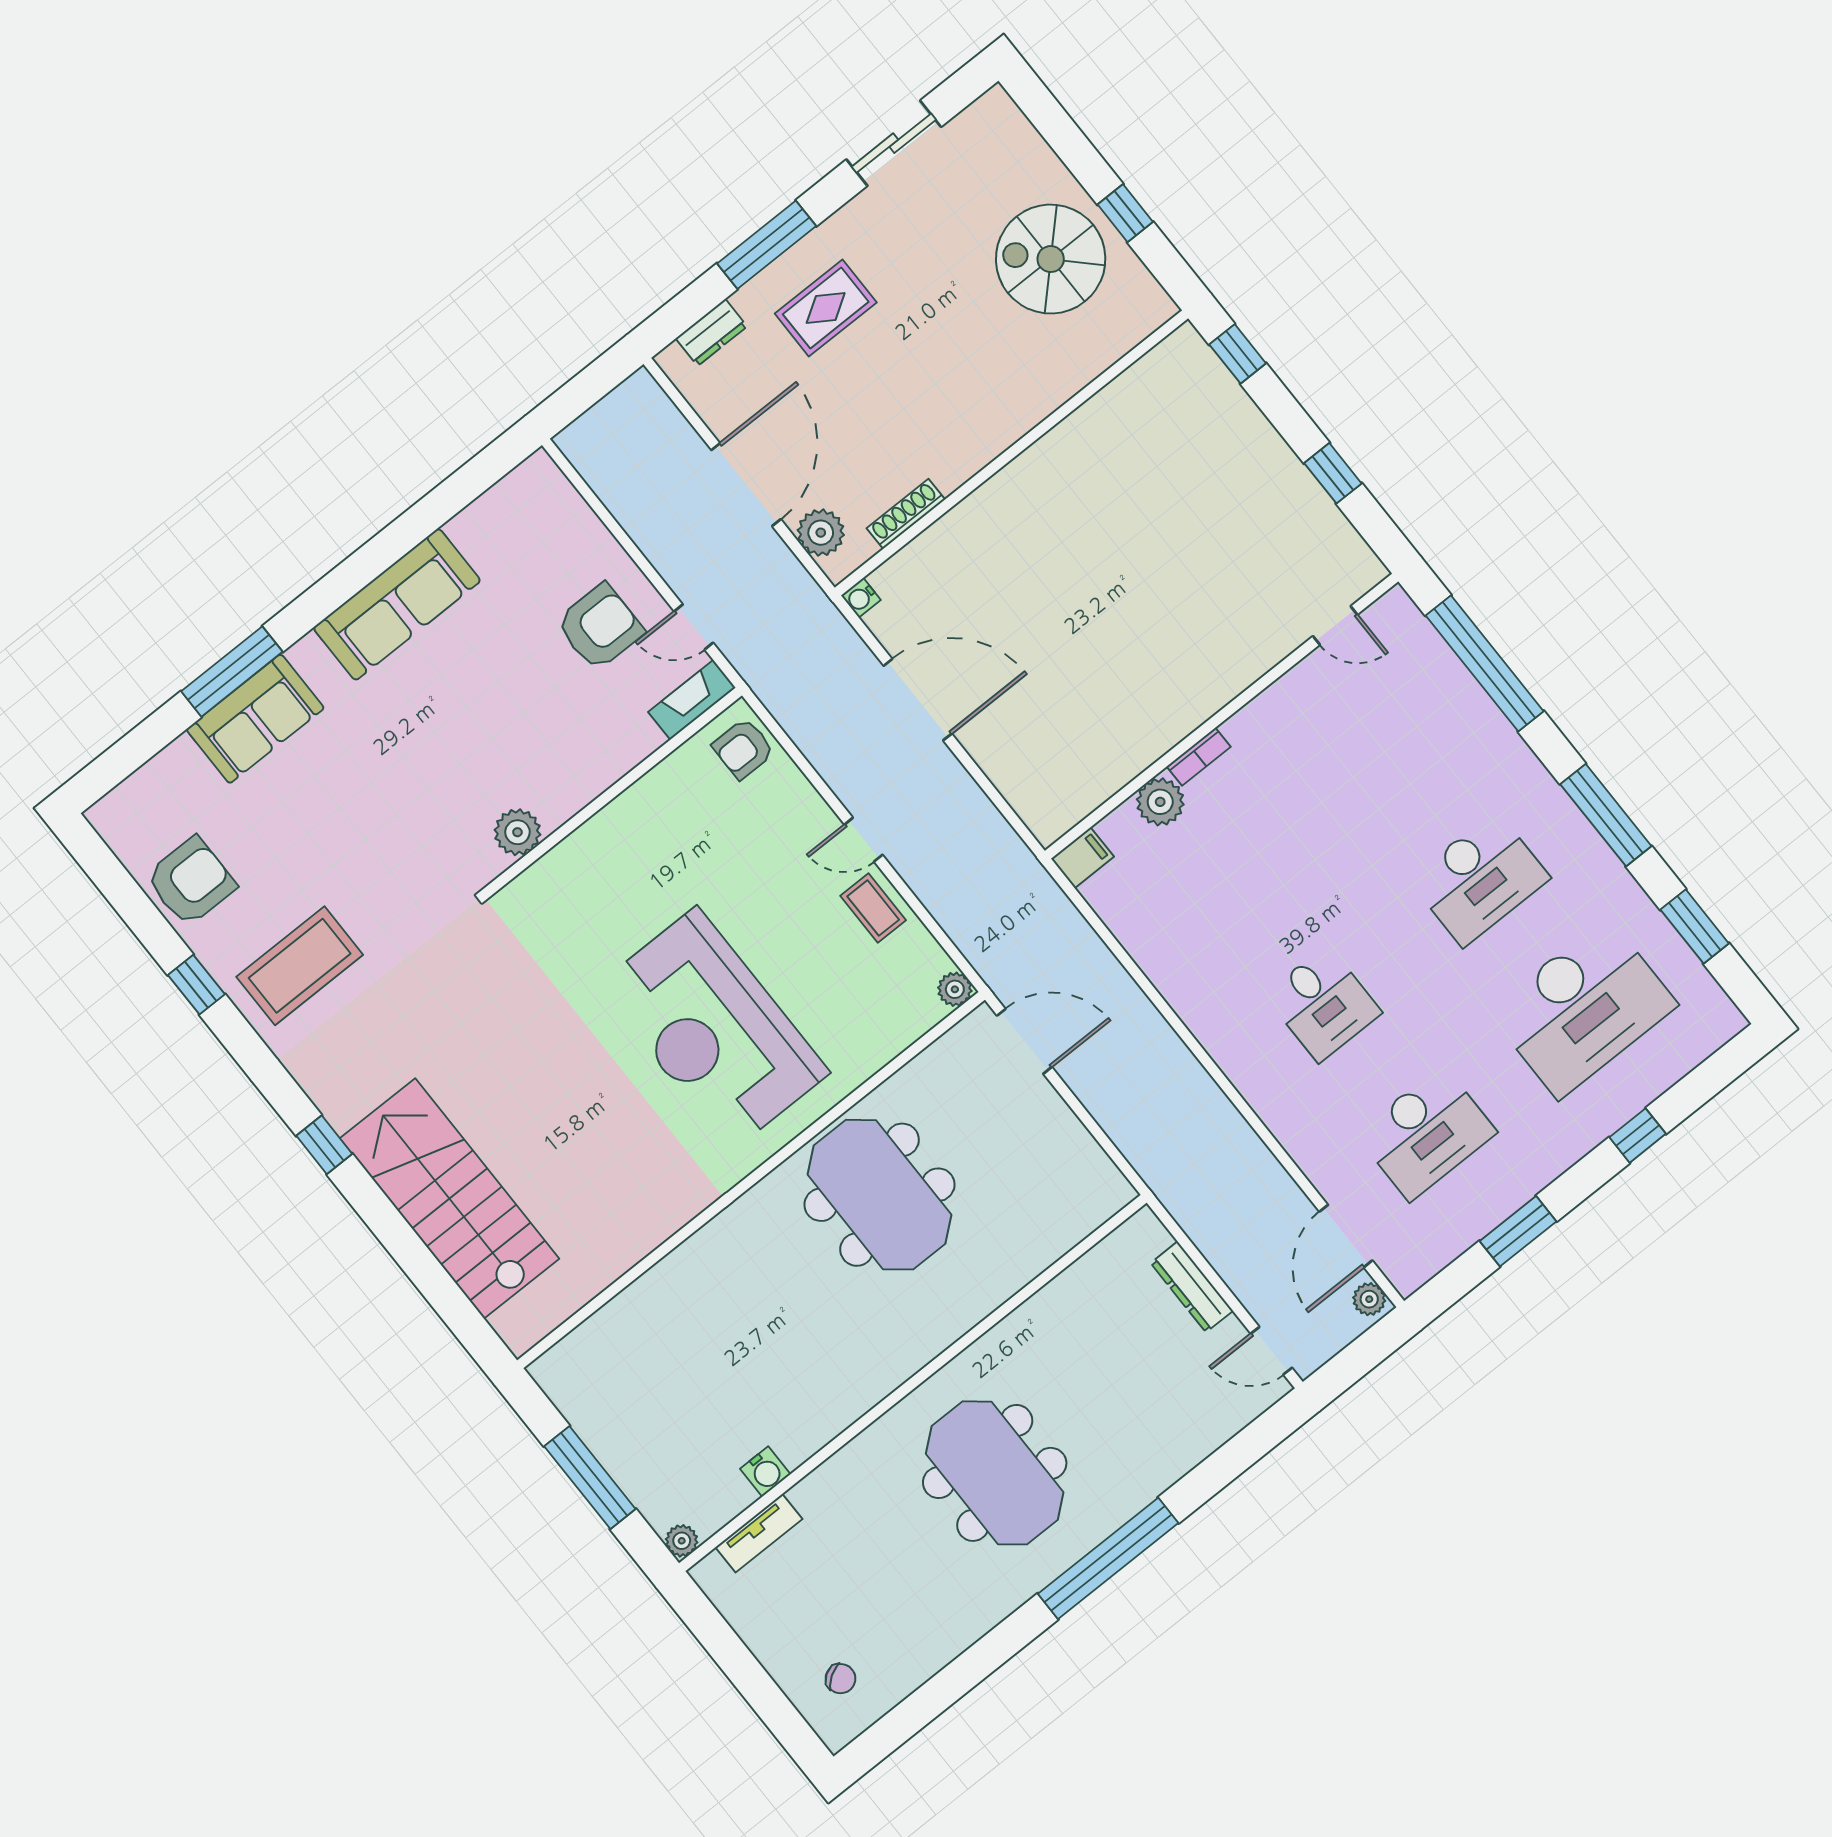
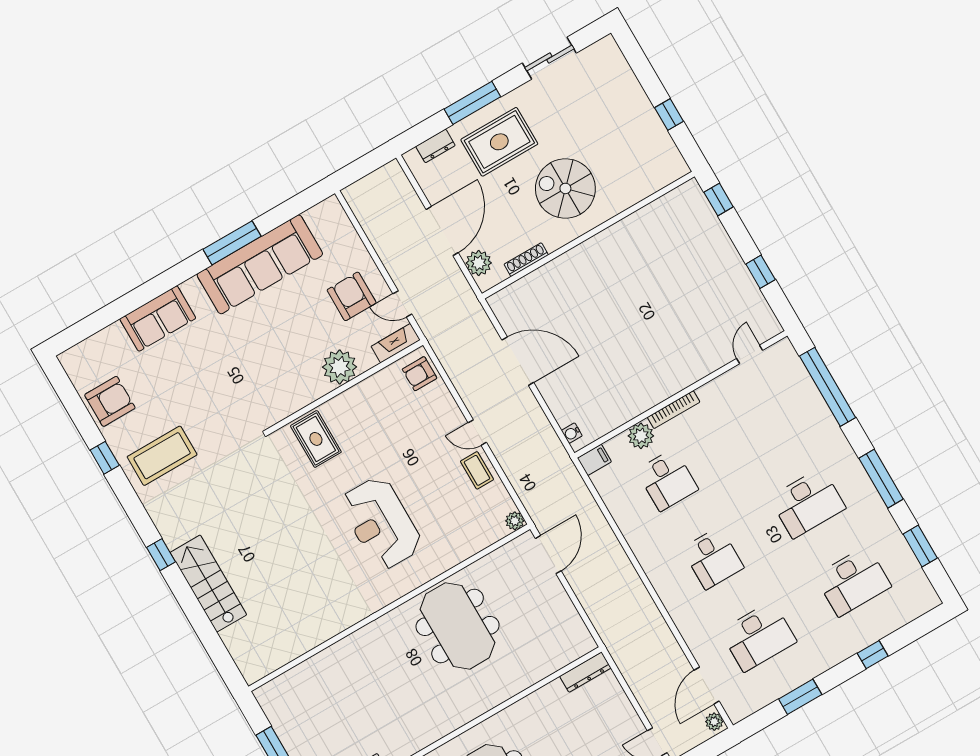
spiral stairs: (1051, 259) -> (565, 188), moved
rug: (826, 308) -> (499, 142), width x1.36, depth x1.43
water cooler: (861, 598) -> (572, 433), moved
sofa: (397, 604) -> (260, 264), width x1.36, depth x1.27
door: (1335, 625) -> (750, 354), swing flipped
armchair: (600, 627) -> (352, 296), turned -90
window: (232, 672) -> (232, 243), moved
bookcase: (1199, 757) -> (674, 410), width x1.56
plant: (517, 832) -> (340, 367), moved, width x1.36, depth x1.36
desk: (1220, 874) -> (667, 480), added
rug: (573, 894) -> (316, 439), added
desk: (1583, 1008) -> (853, 581), width x0.73, depth x0.77
reception desk: (714, 1029) -> (381, 523), width x0.74, depth x0.77
door: (1024, 1041) -> (548, 555), hinge flipped
stairs: (450, 1198) -> (208, 584), width x0.73, depth x0.66
dresser: (1192, 1287) -> (585, 672), moved, turned -90

